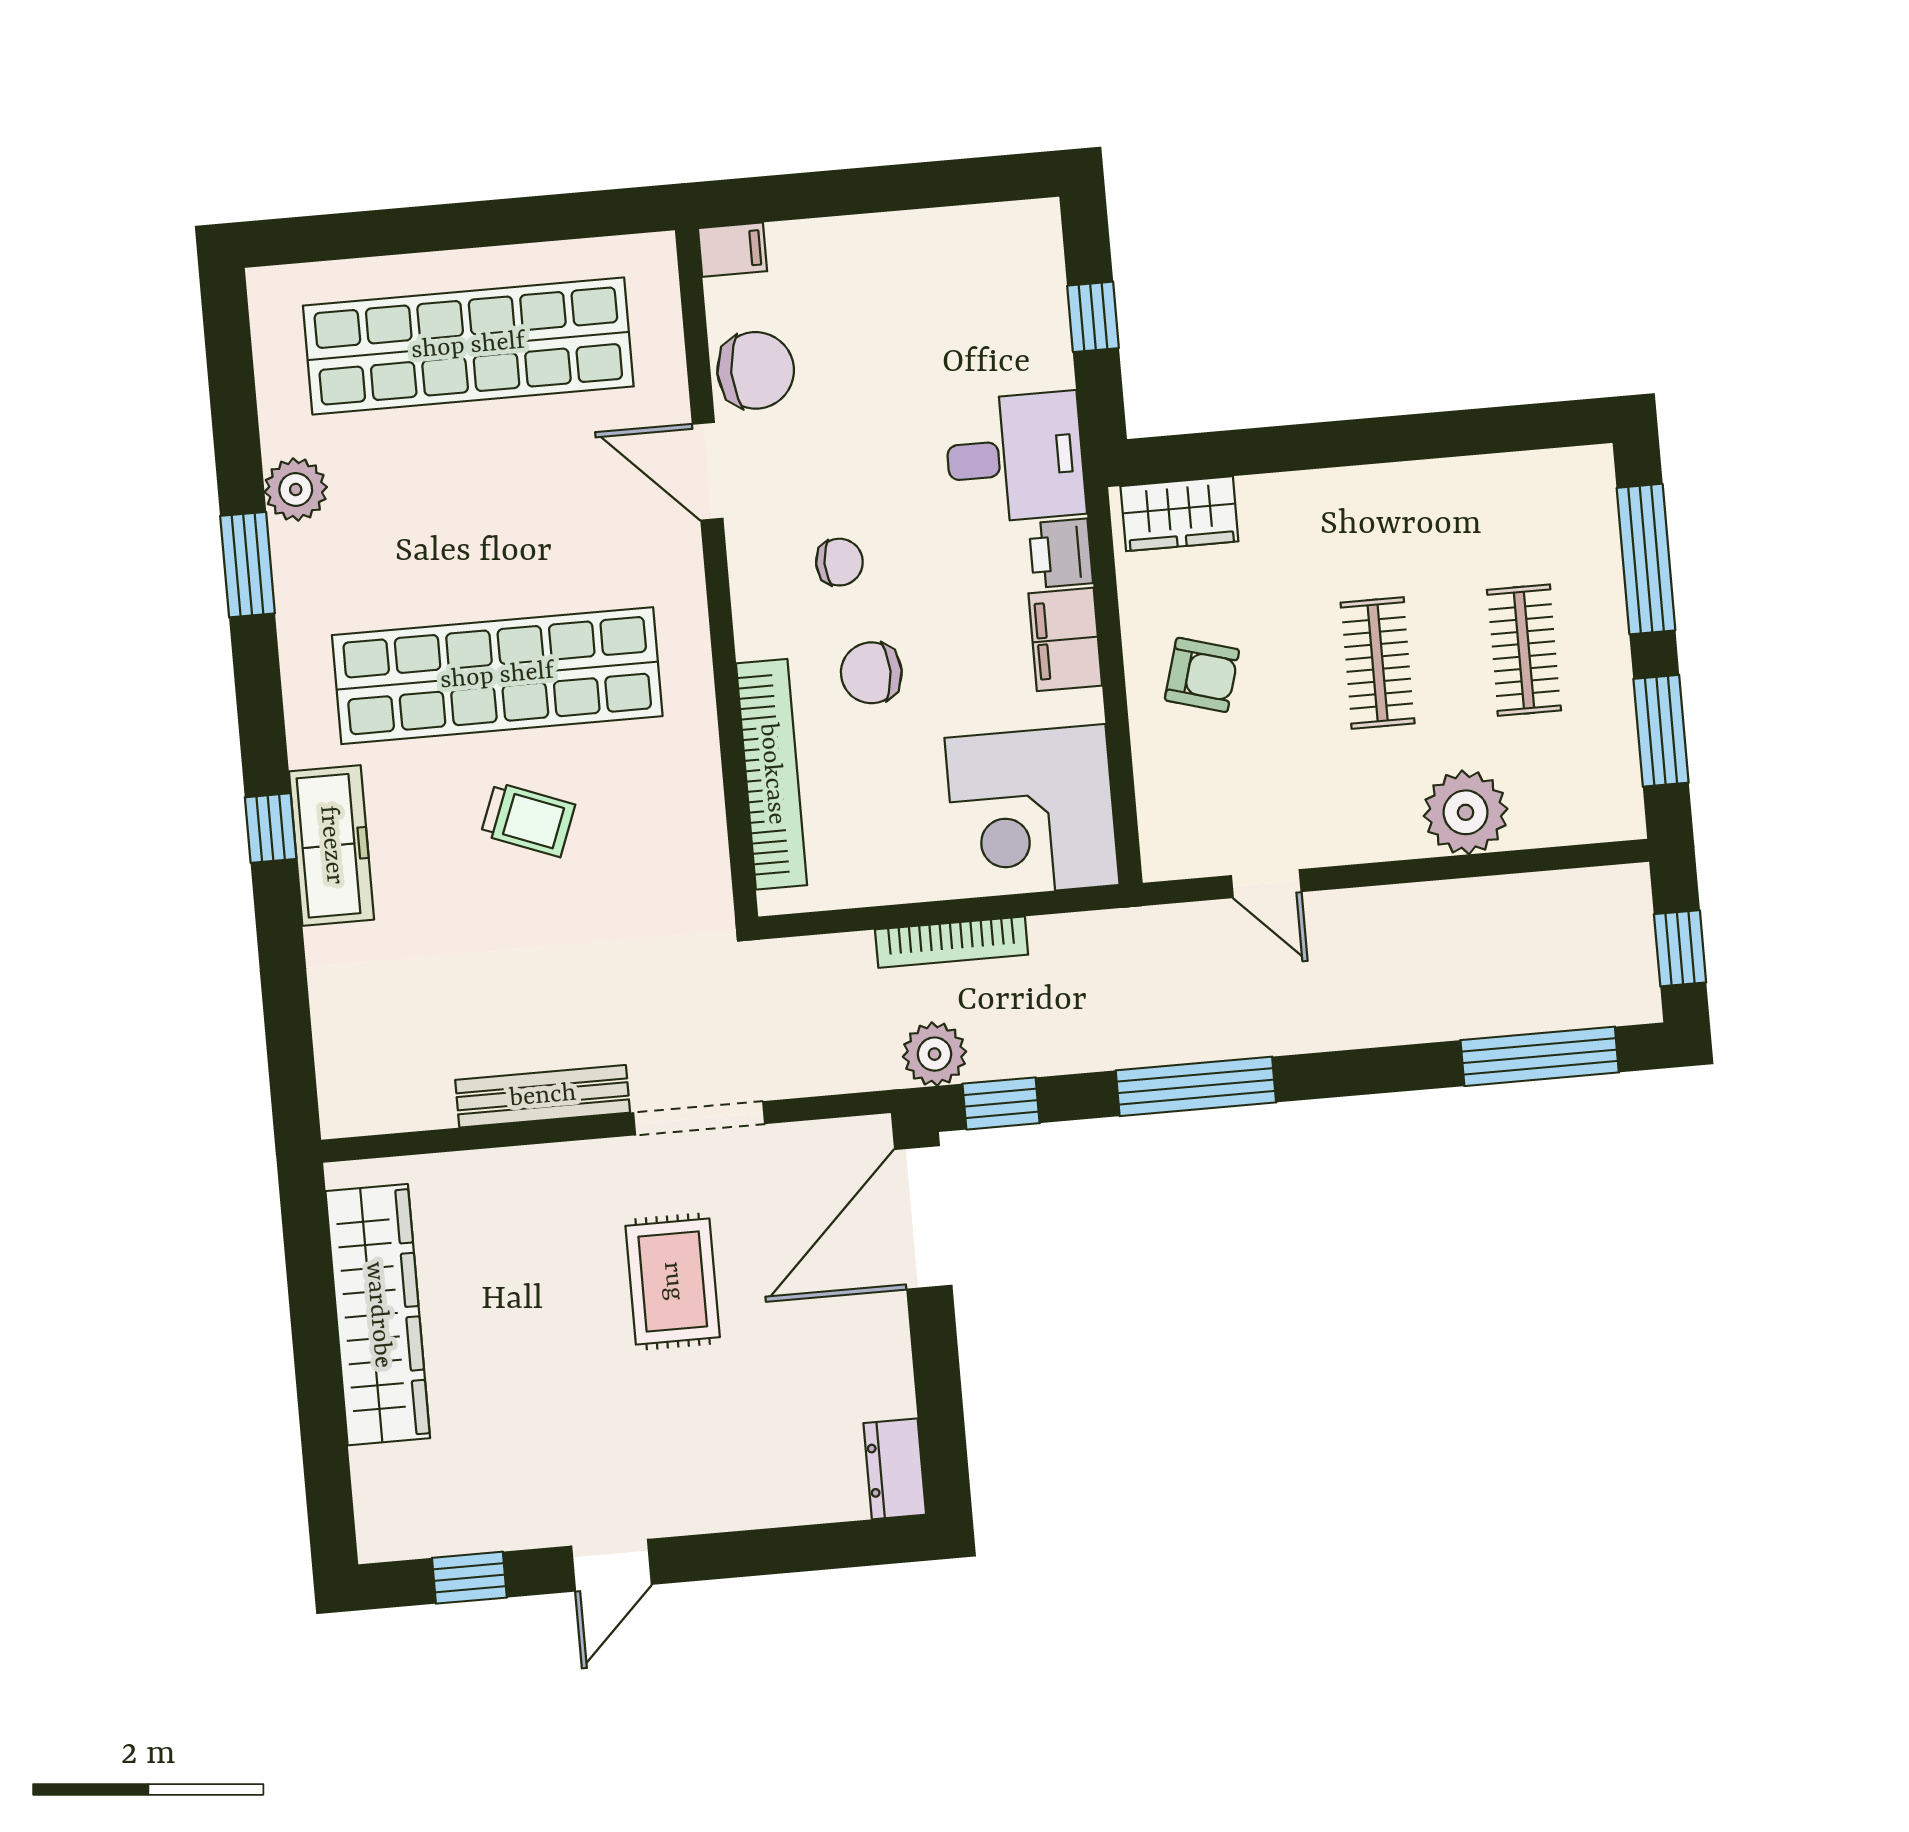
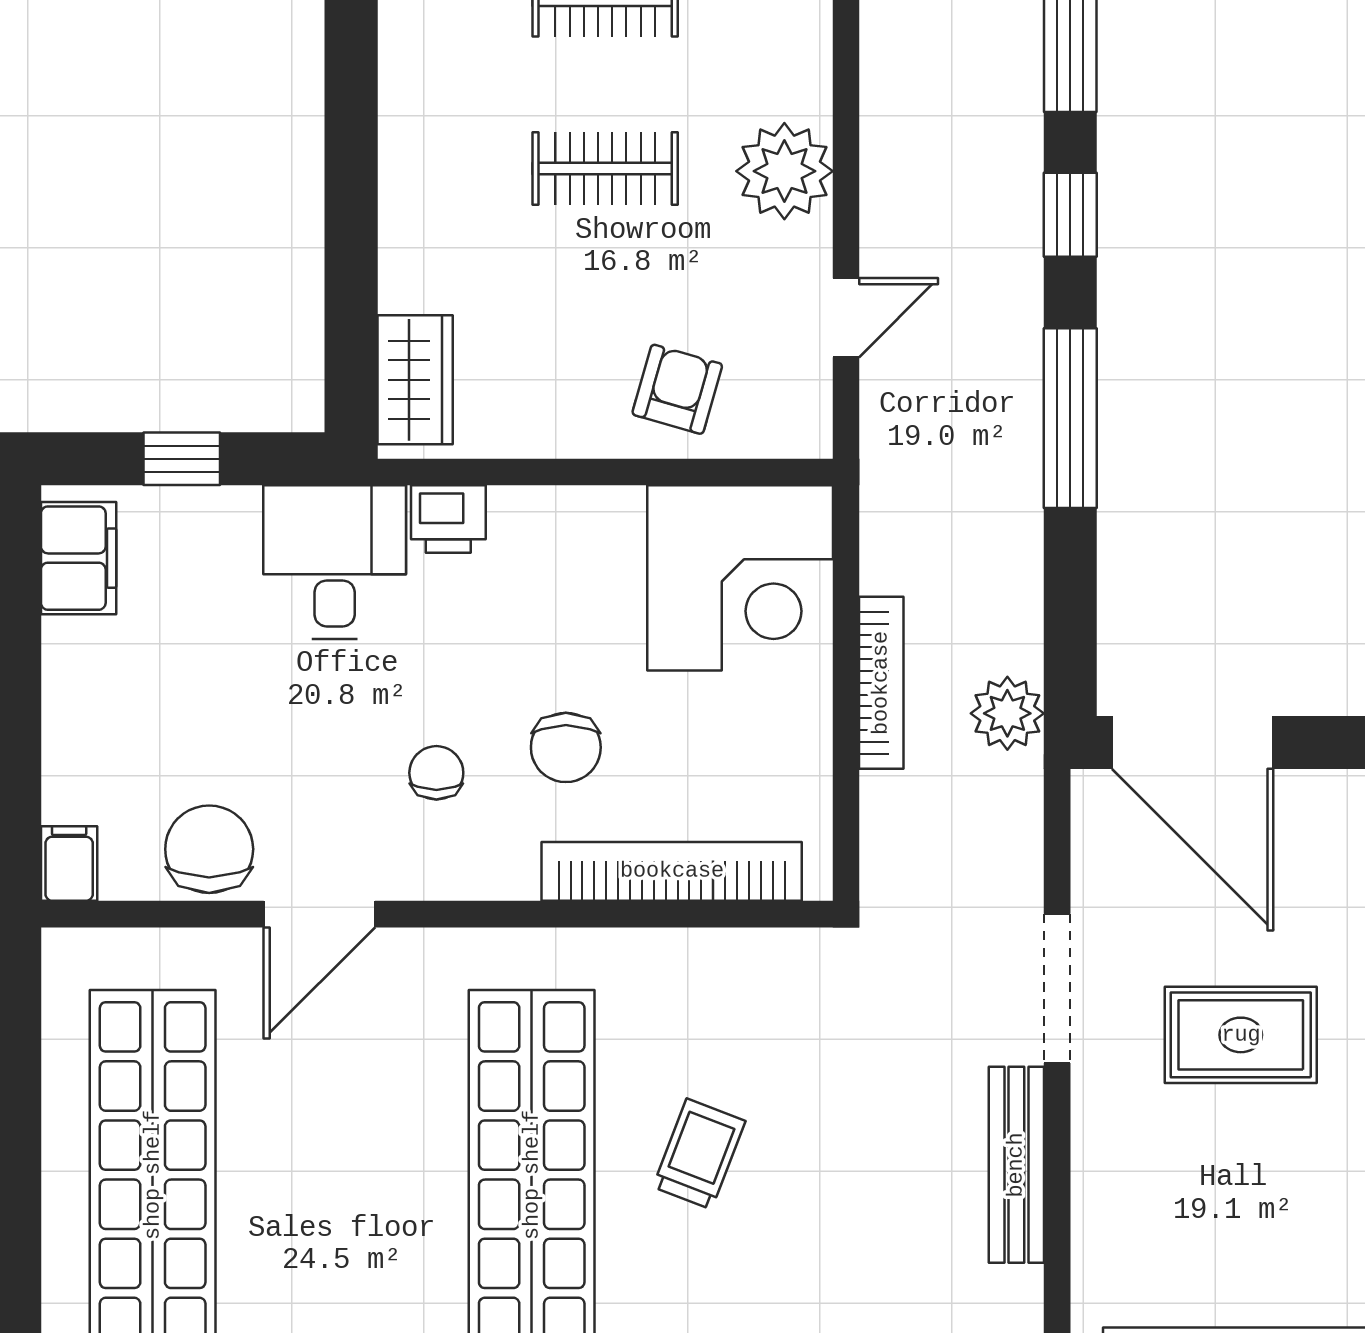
filing cabinet: (1065, 639) -> (79, 558), moved, turned -90
armchair: (1202, 675) -> (677, 389), moved
plant: (1466, 812) -> (784, 171), moved
window: (1001, 1103) -> (1070, 215), moved

